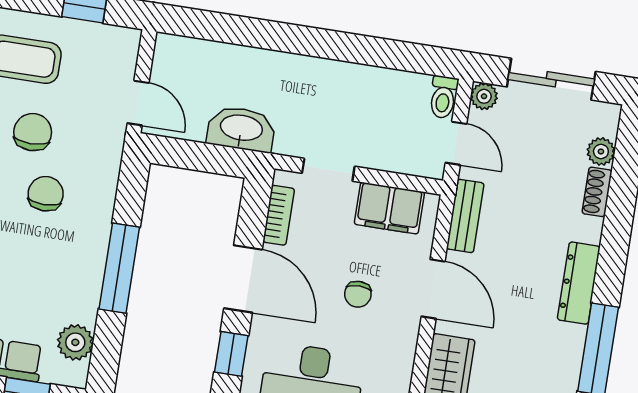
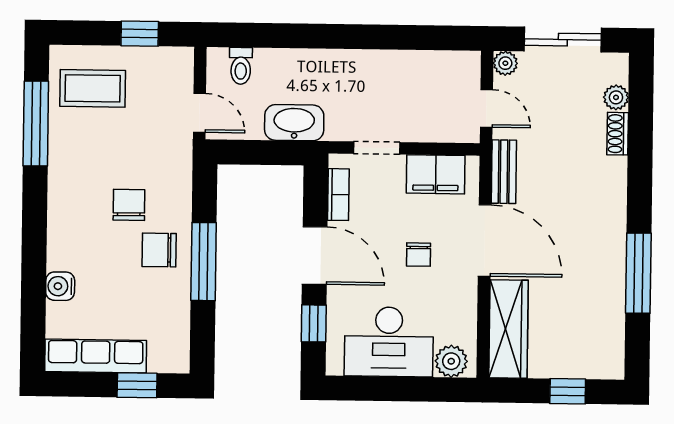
toilet: (443, 97) -> (241, 66), moved
chair: (33, 132) -> (159, 250), moved, turned -90
dresser: (579, 283) -> (613, 217), removed
door: (433, 289) -> (485, 240), width x1.36
plant: (75, 342) -> (174, 333), removed

